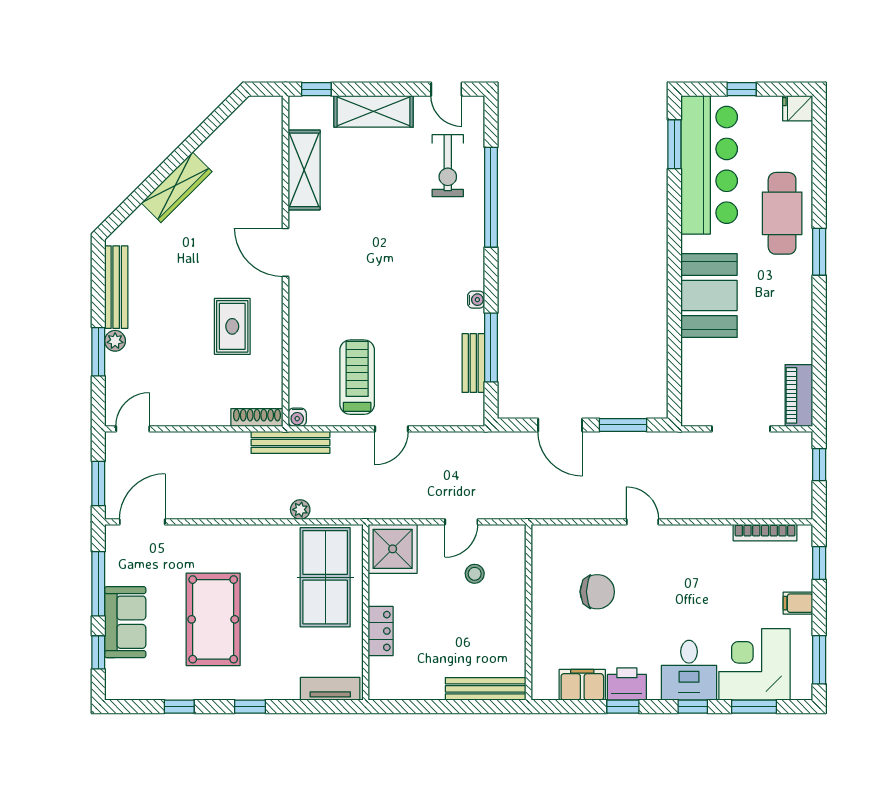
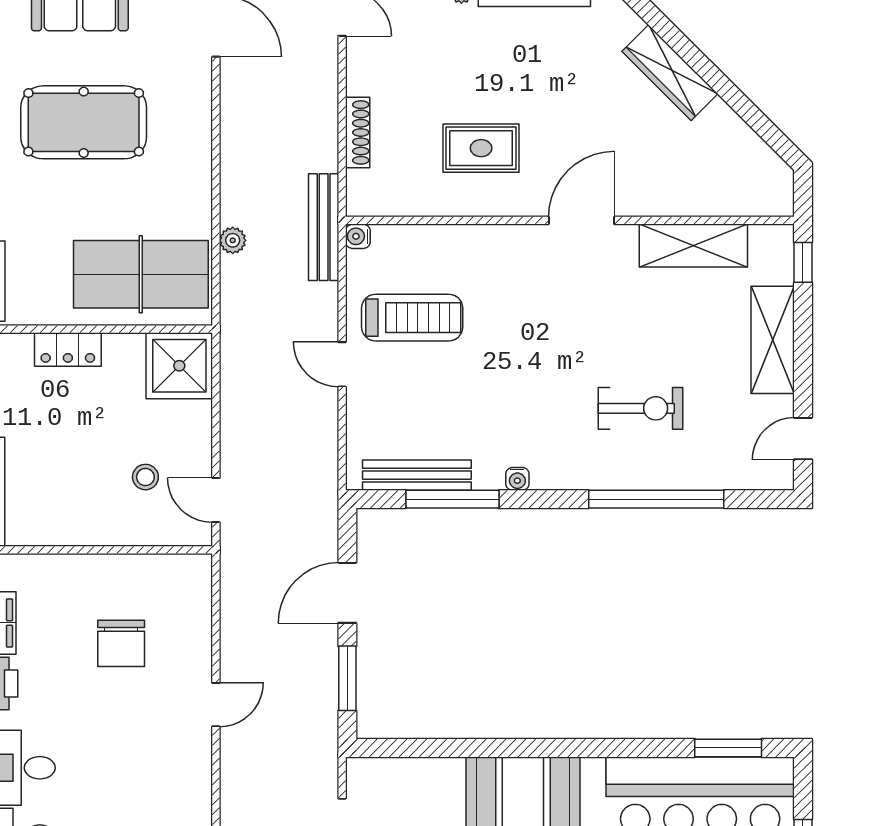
exercise bike: (448, 166) -> (640, 408), moved, turned 180
bench: (473, 363) -> (417, 475), width x1.36
shoe rack: (257, 417) -> (358, 132), moved
door: (461, 522) -> (216, 500), moved

